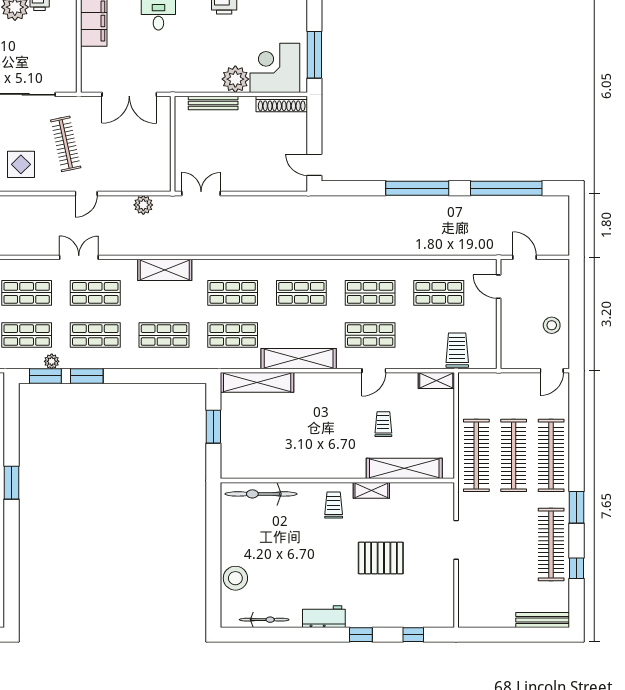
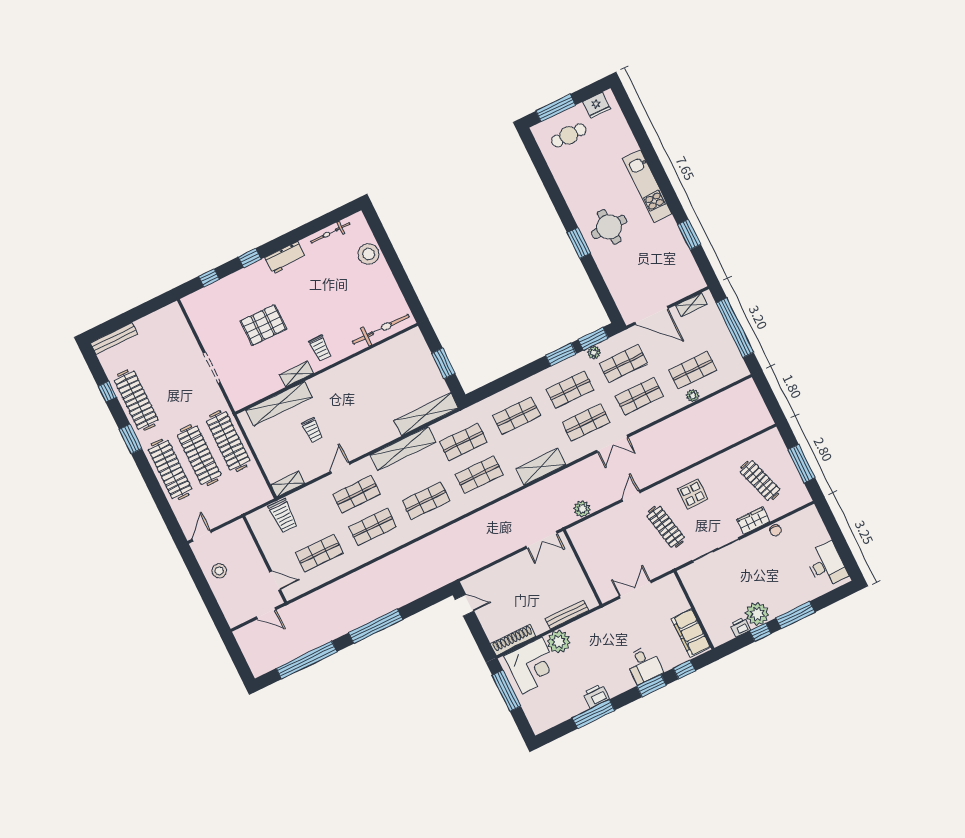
double door: (129, 94) -> (635, 589), width x0.73

